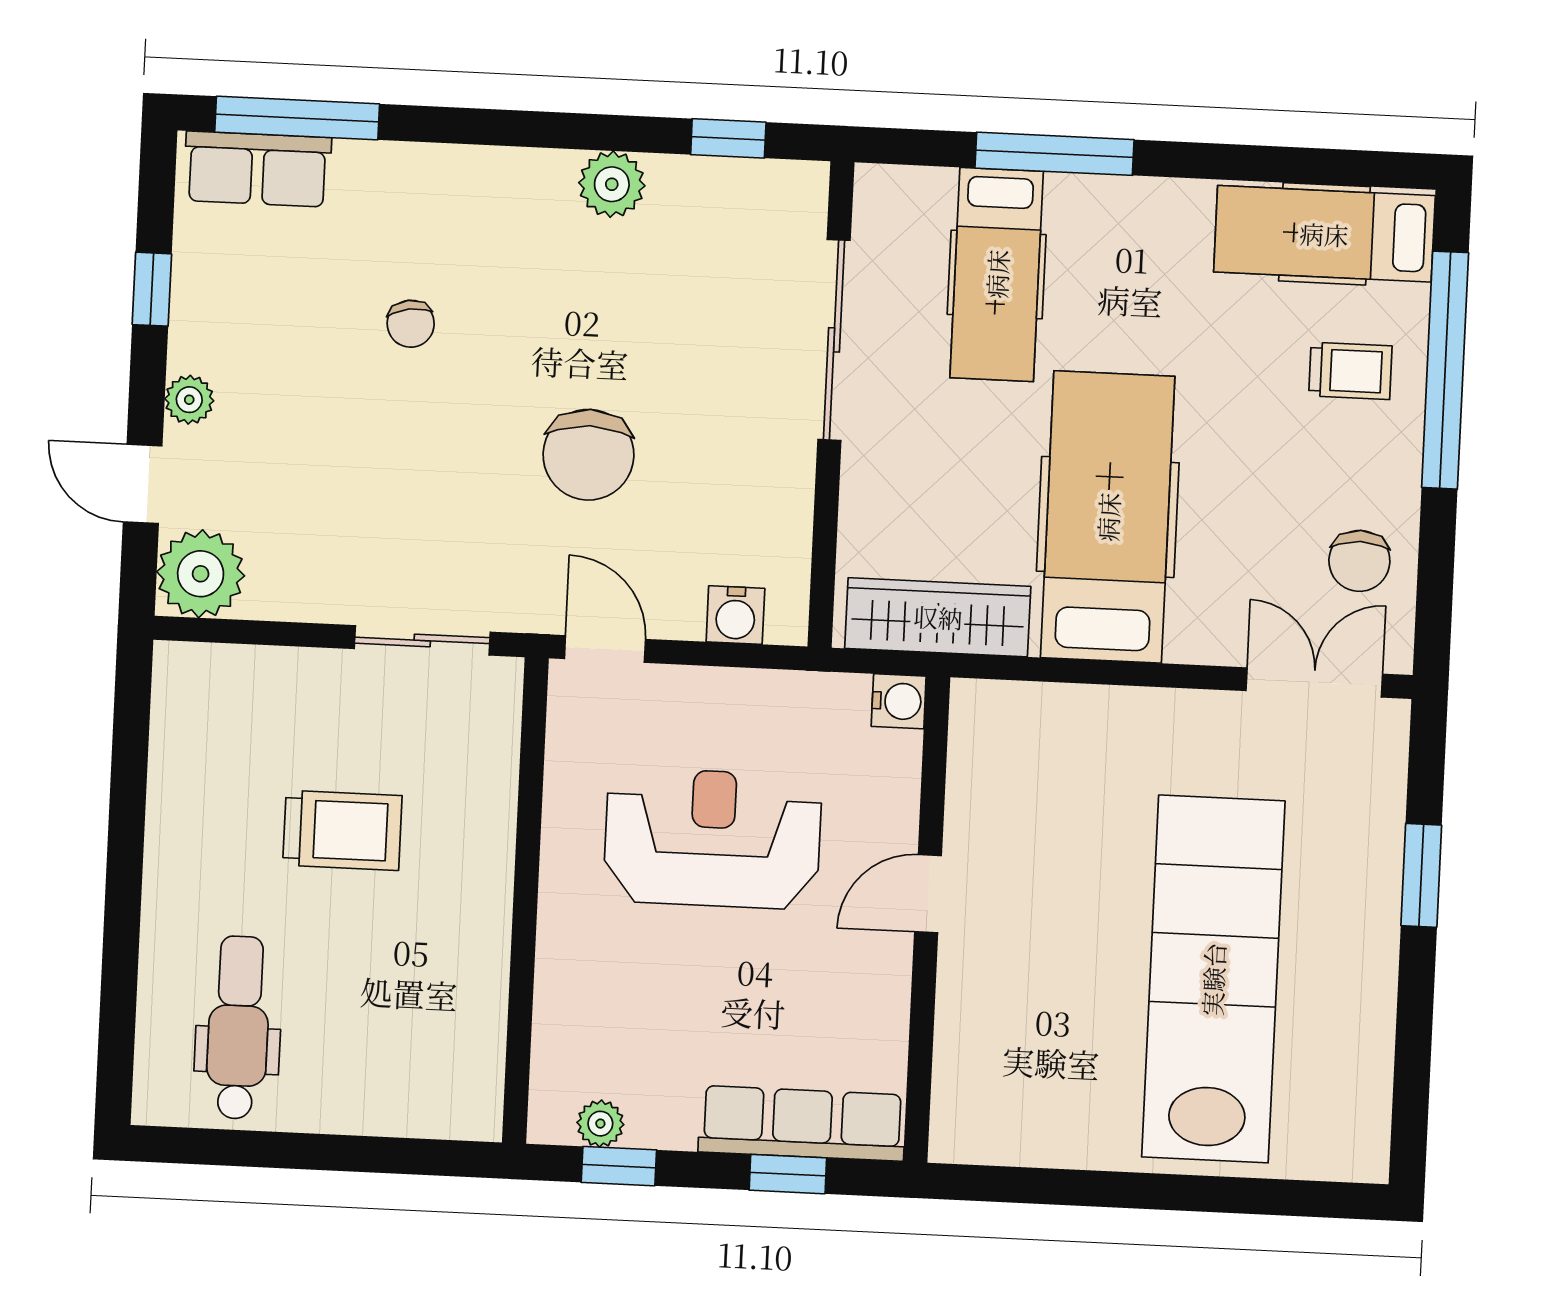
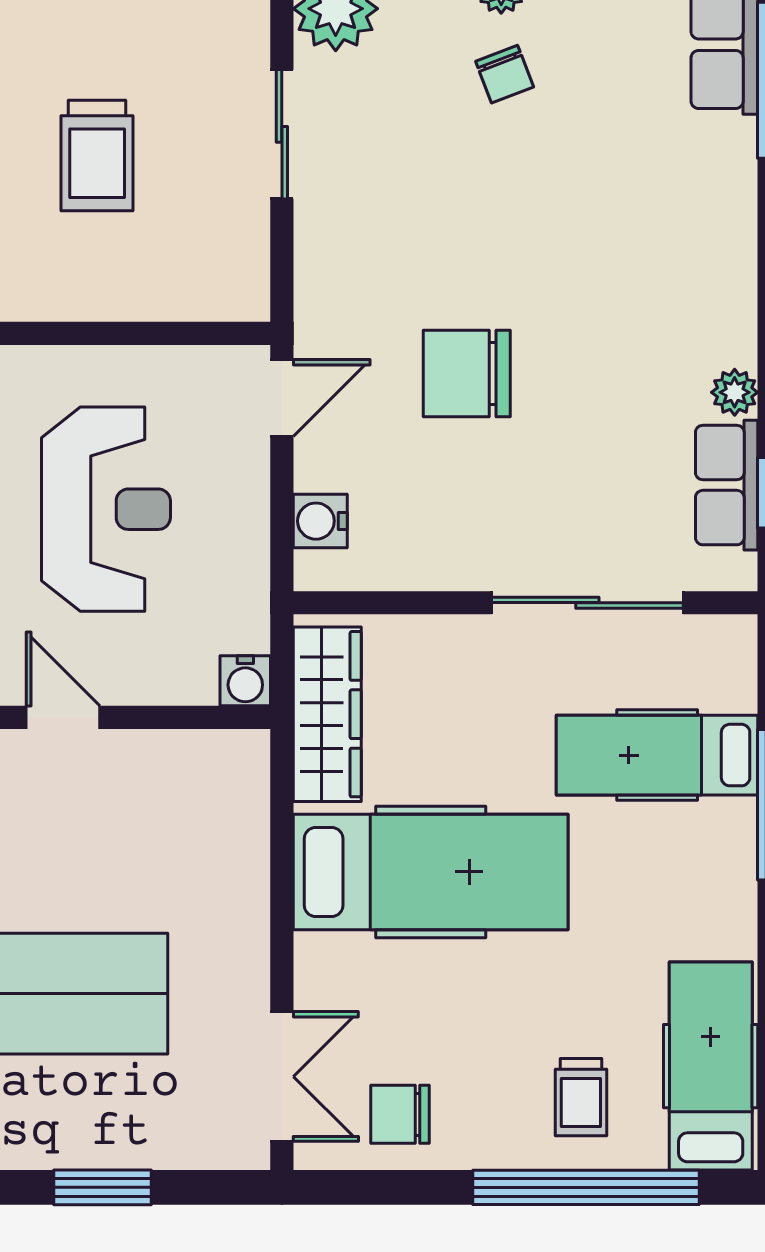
plant: (612, 184) -> (735, 392), width x0.73, depth x0.73
row of seats: (718, 189) -> (727, 485), added
chair: (411, 324) -> (505, 74), moved, turned -102
sliding door: (422, 640) -> (282, 134), moved

